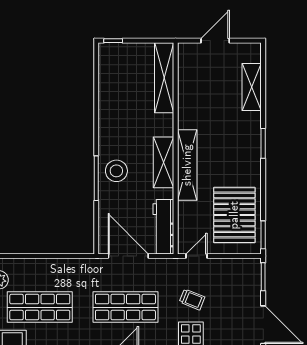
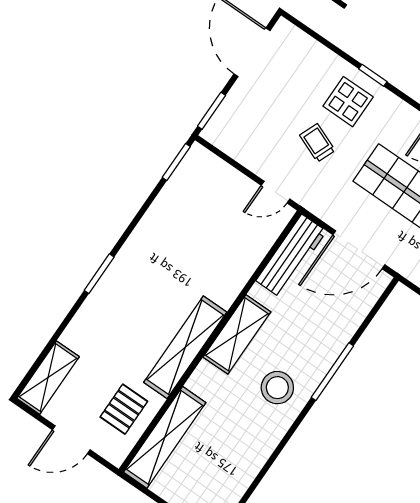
shelving: (252, 87) -> (48, 378), moved
shelving: (187, 165) -> (185, 347), moved
stool: (116, 171) -> (277, 388), moved
pallet: (234, 215) -> (124, 409), moved, width x0.49, depth x0.50
door: (128, 256) -> (359, 250), hinge flipped

